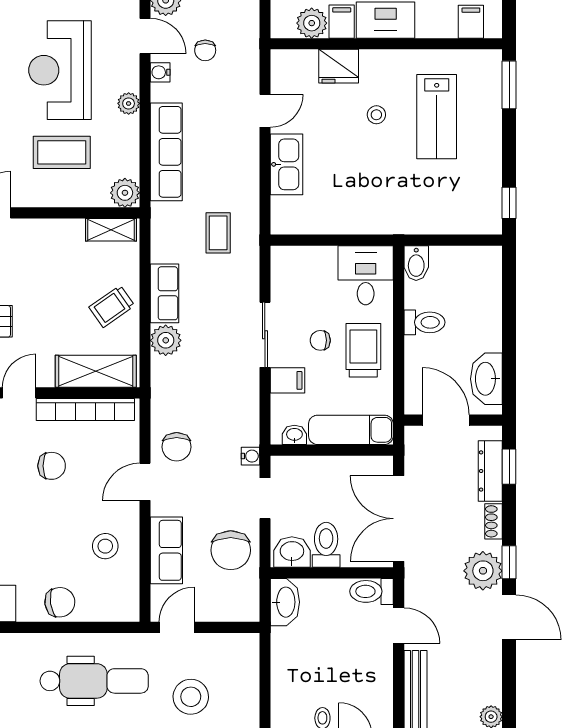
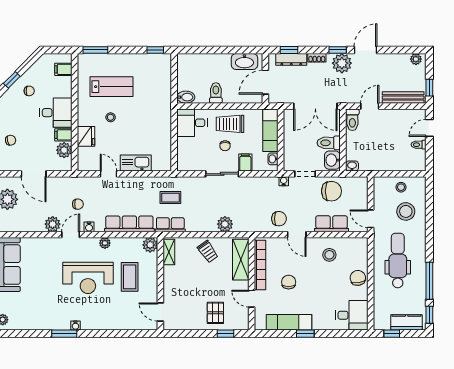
row of seats: (165, 293) -> (170, 225), moved
washbasin: (285, 602) -> (352, 166), width x0.52, depth x0.69
stool: (239, 687) -> (401, 187), added

